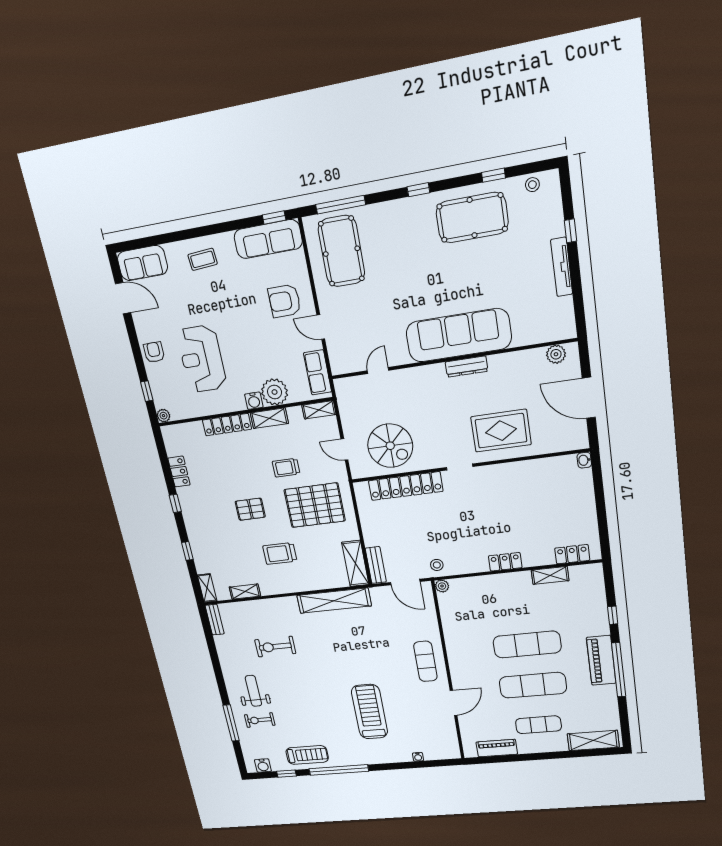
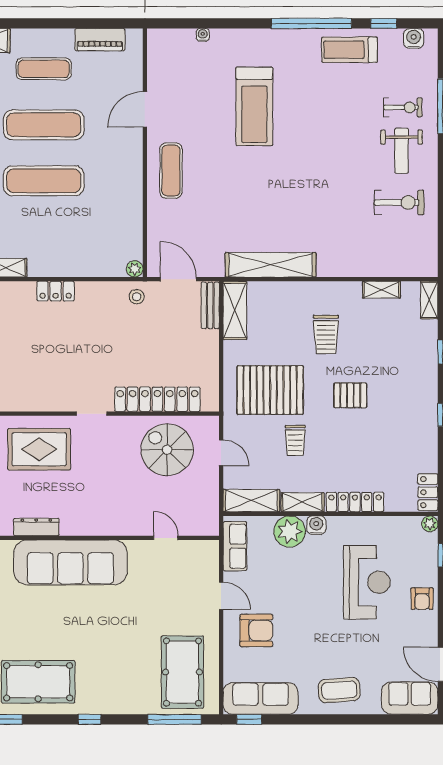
coffee table: (203, 259) -> (339, 690), width x1.36, depth x1.30
dresser: (467, 367) -> (36, 527), moved
door: (378, 370) -> (166, 538), swing flipped
shelving: (319, 410) -> (251, 501), width x1.50, depth x1.33
trolley: (286, 468) -> (295, 441), turned 90
locker: (179, 472) -> (428, 492), moved
trolley: (280, 553) -> (326, 334), turned 90
bench: (215, 620) -> (430, 256), removed
exercise bike: (275, 647) -> (399, 202), moved

